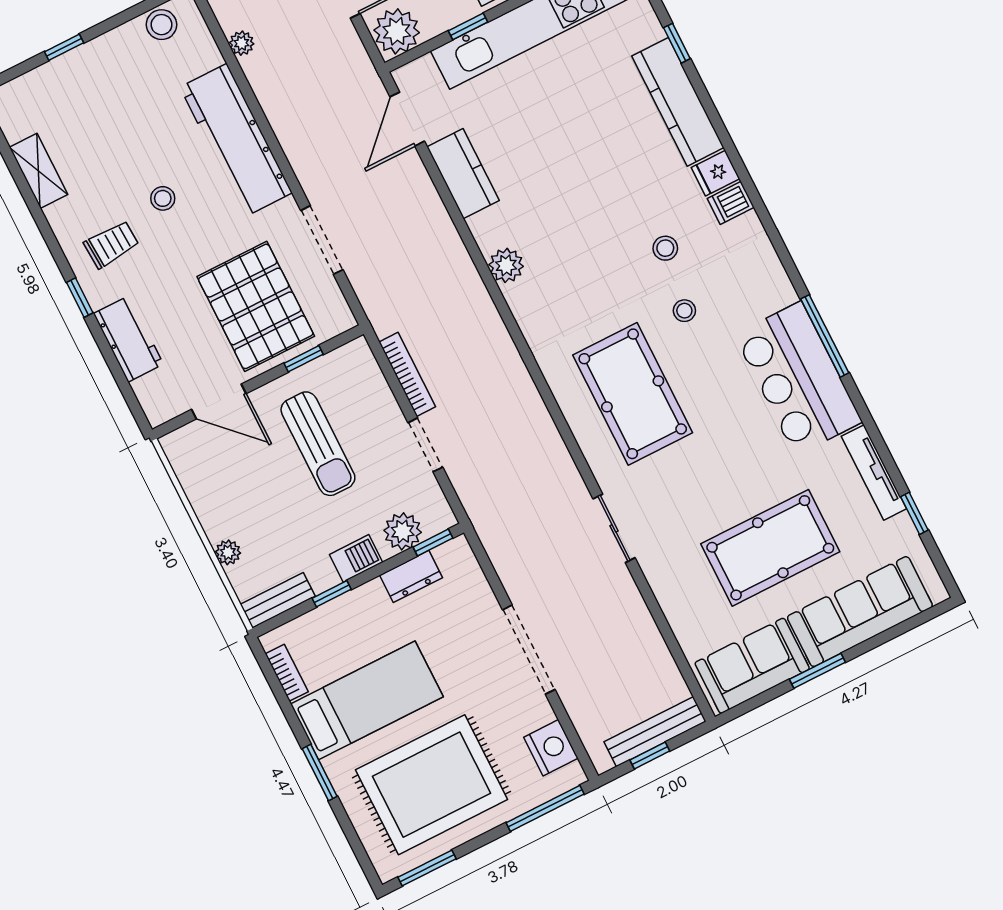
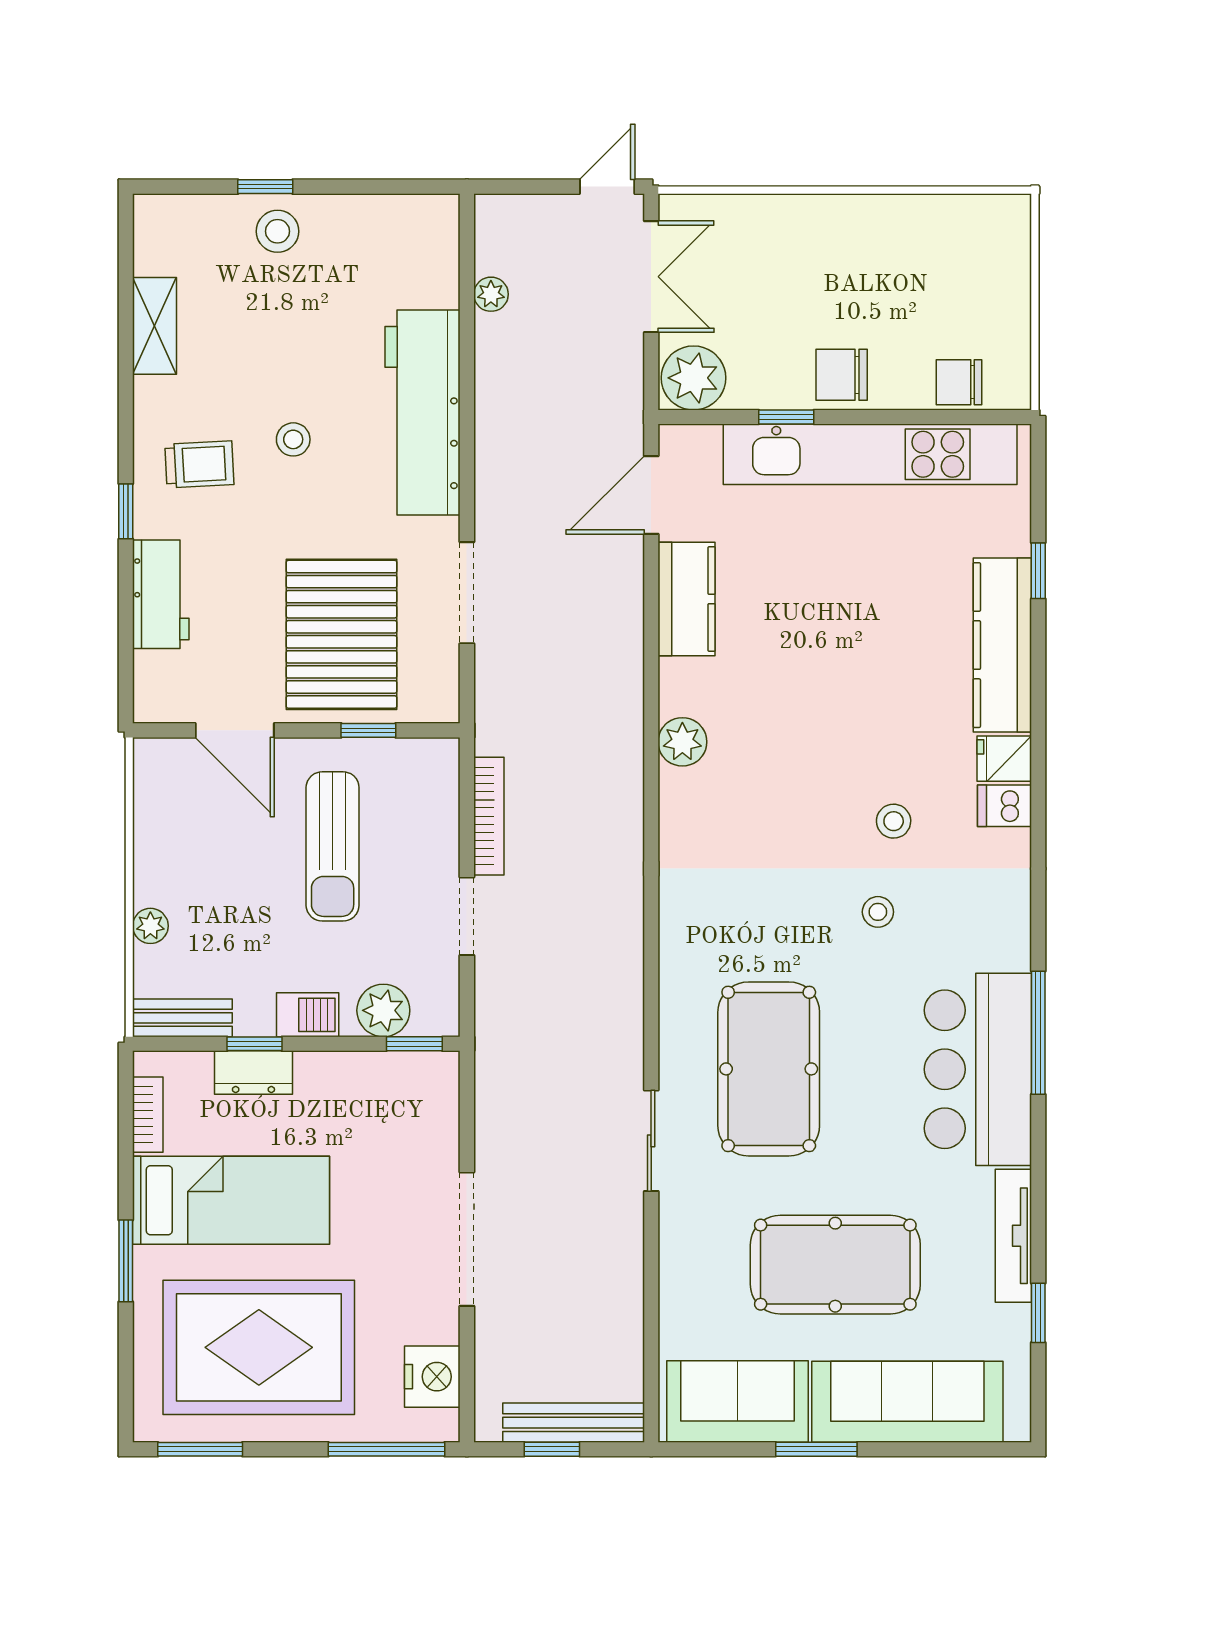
stool: (162, 25) -> (278, 231), moved
pool table: (633, 394) -> (769, 1069), moved
dresser: (411, 576) -> (253, 1072), moved

